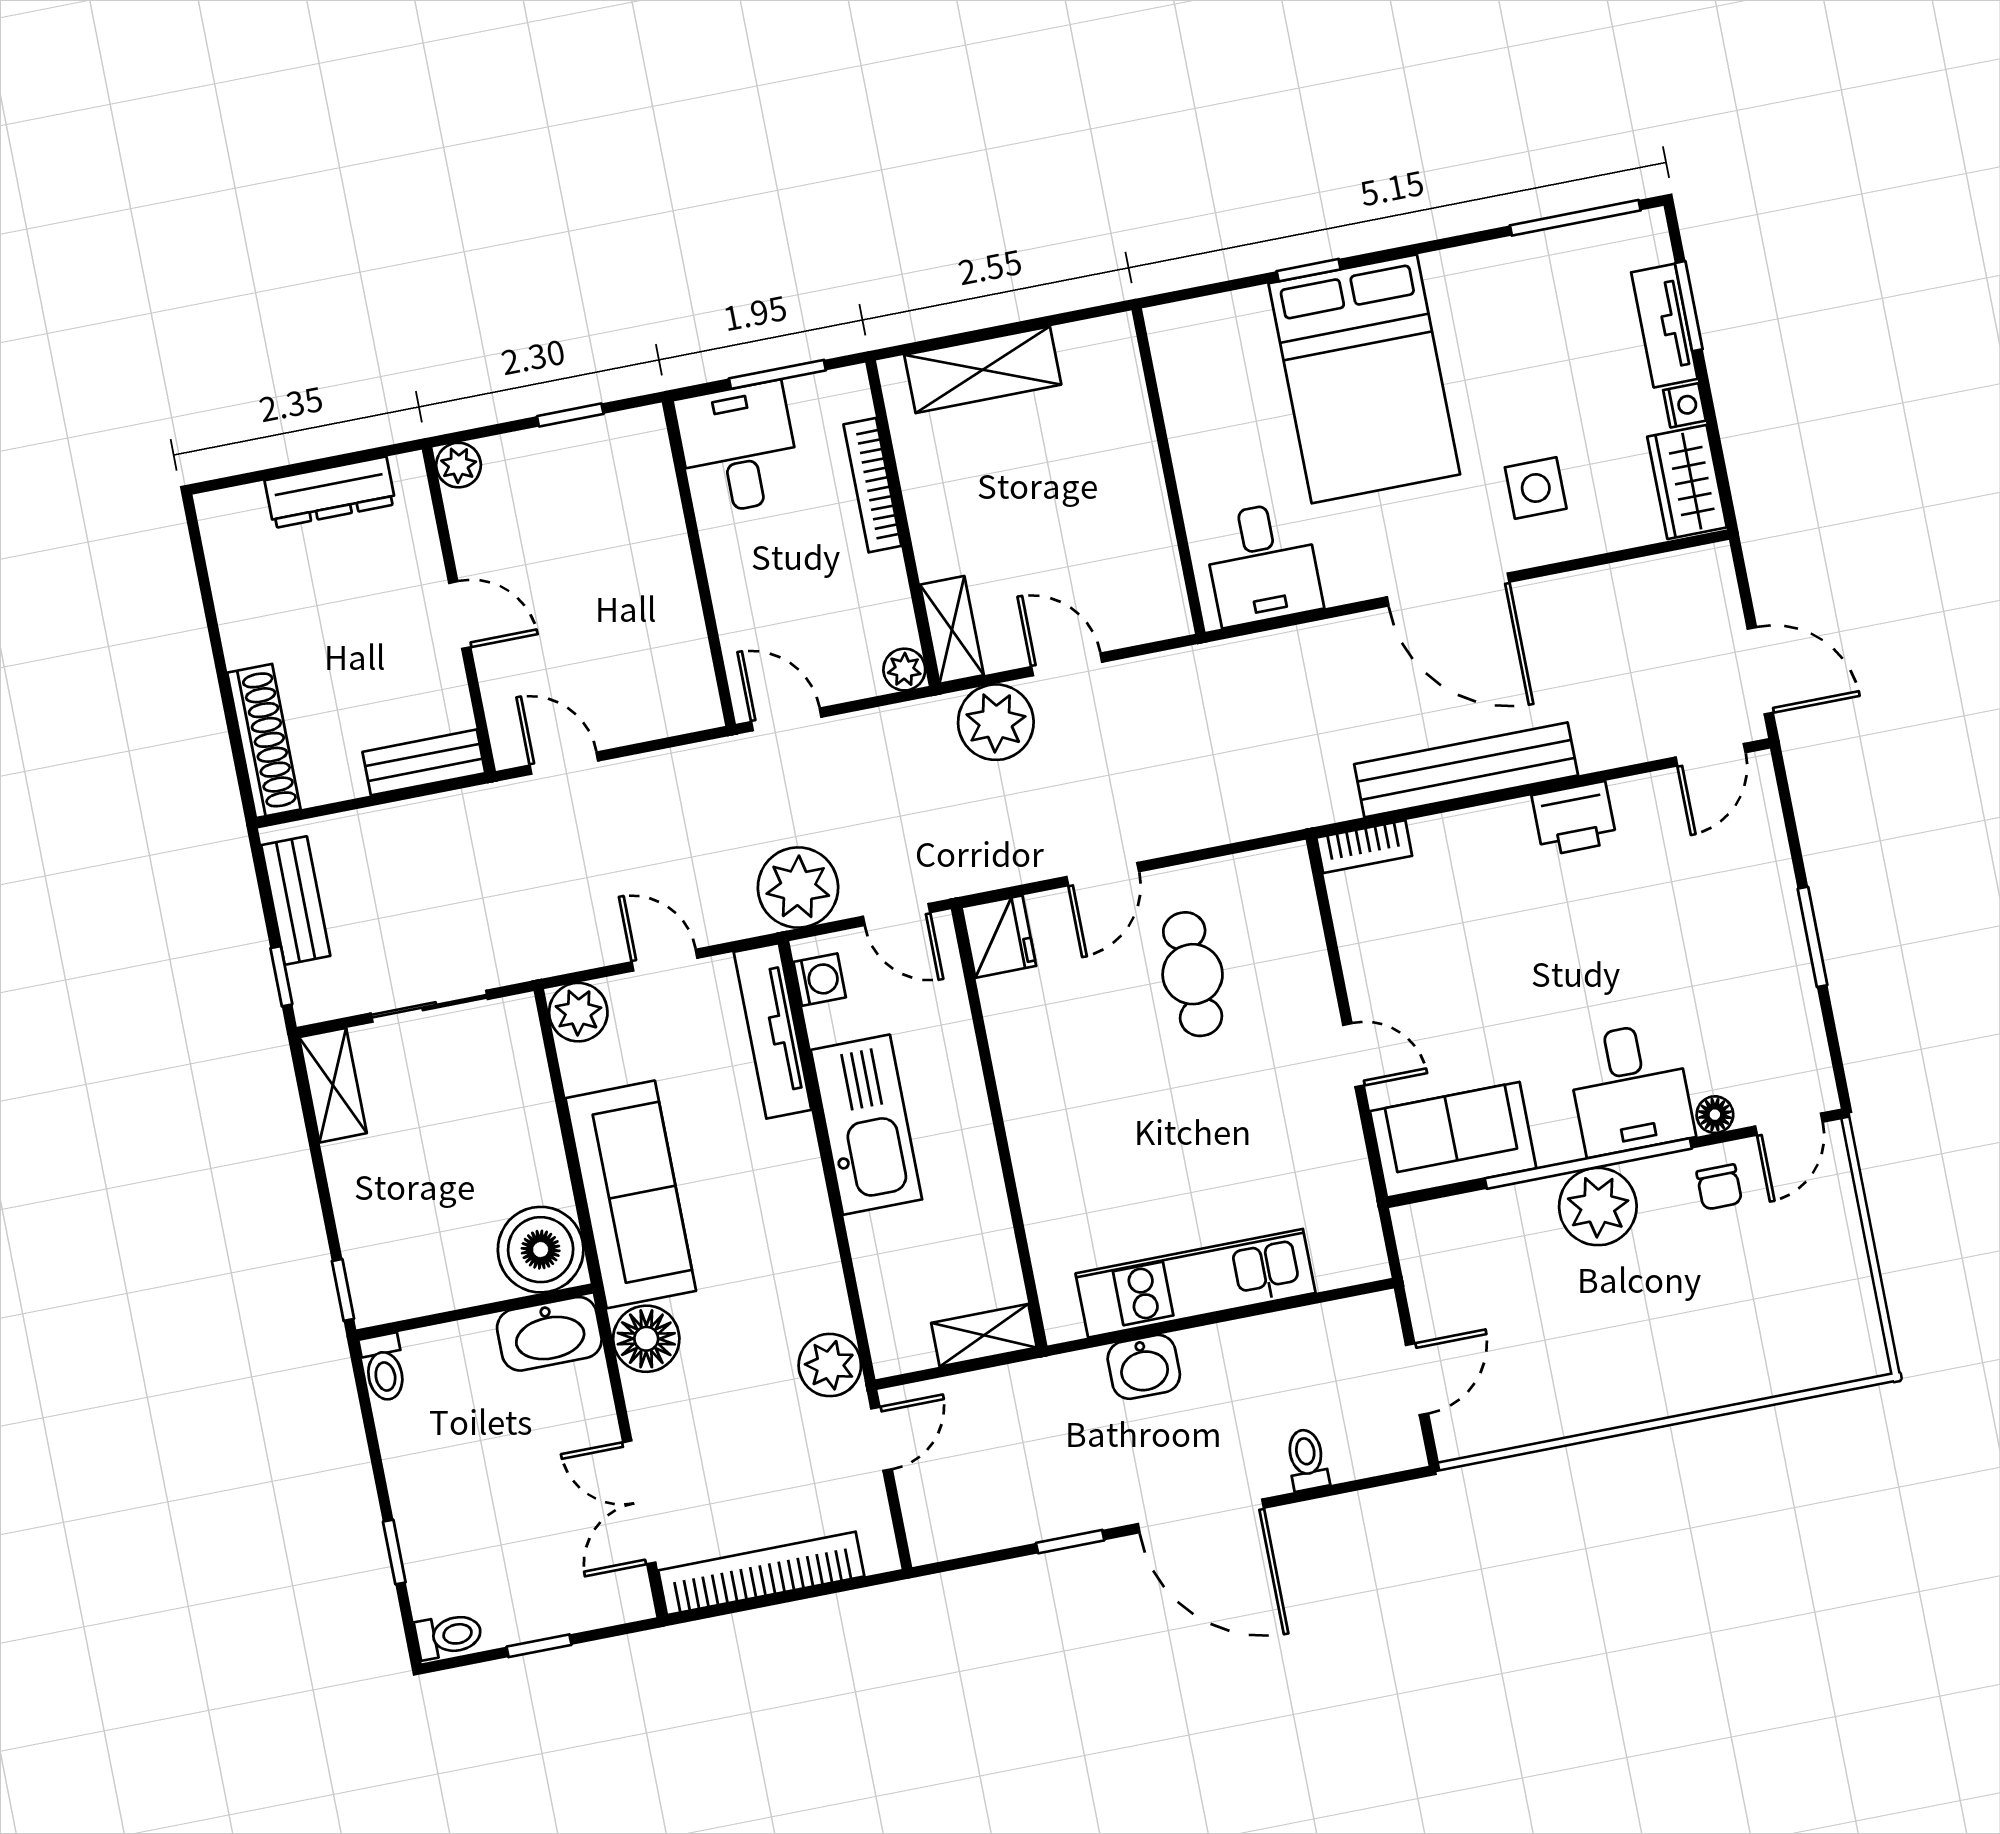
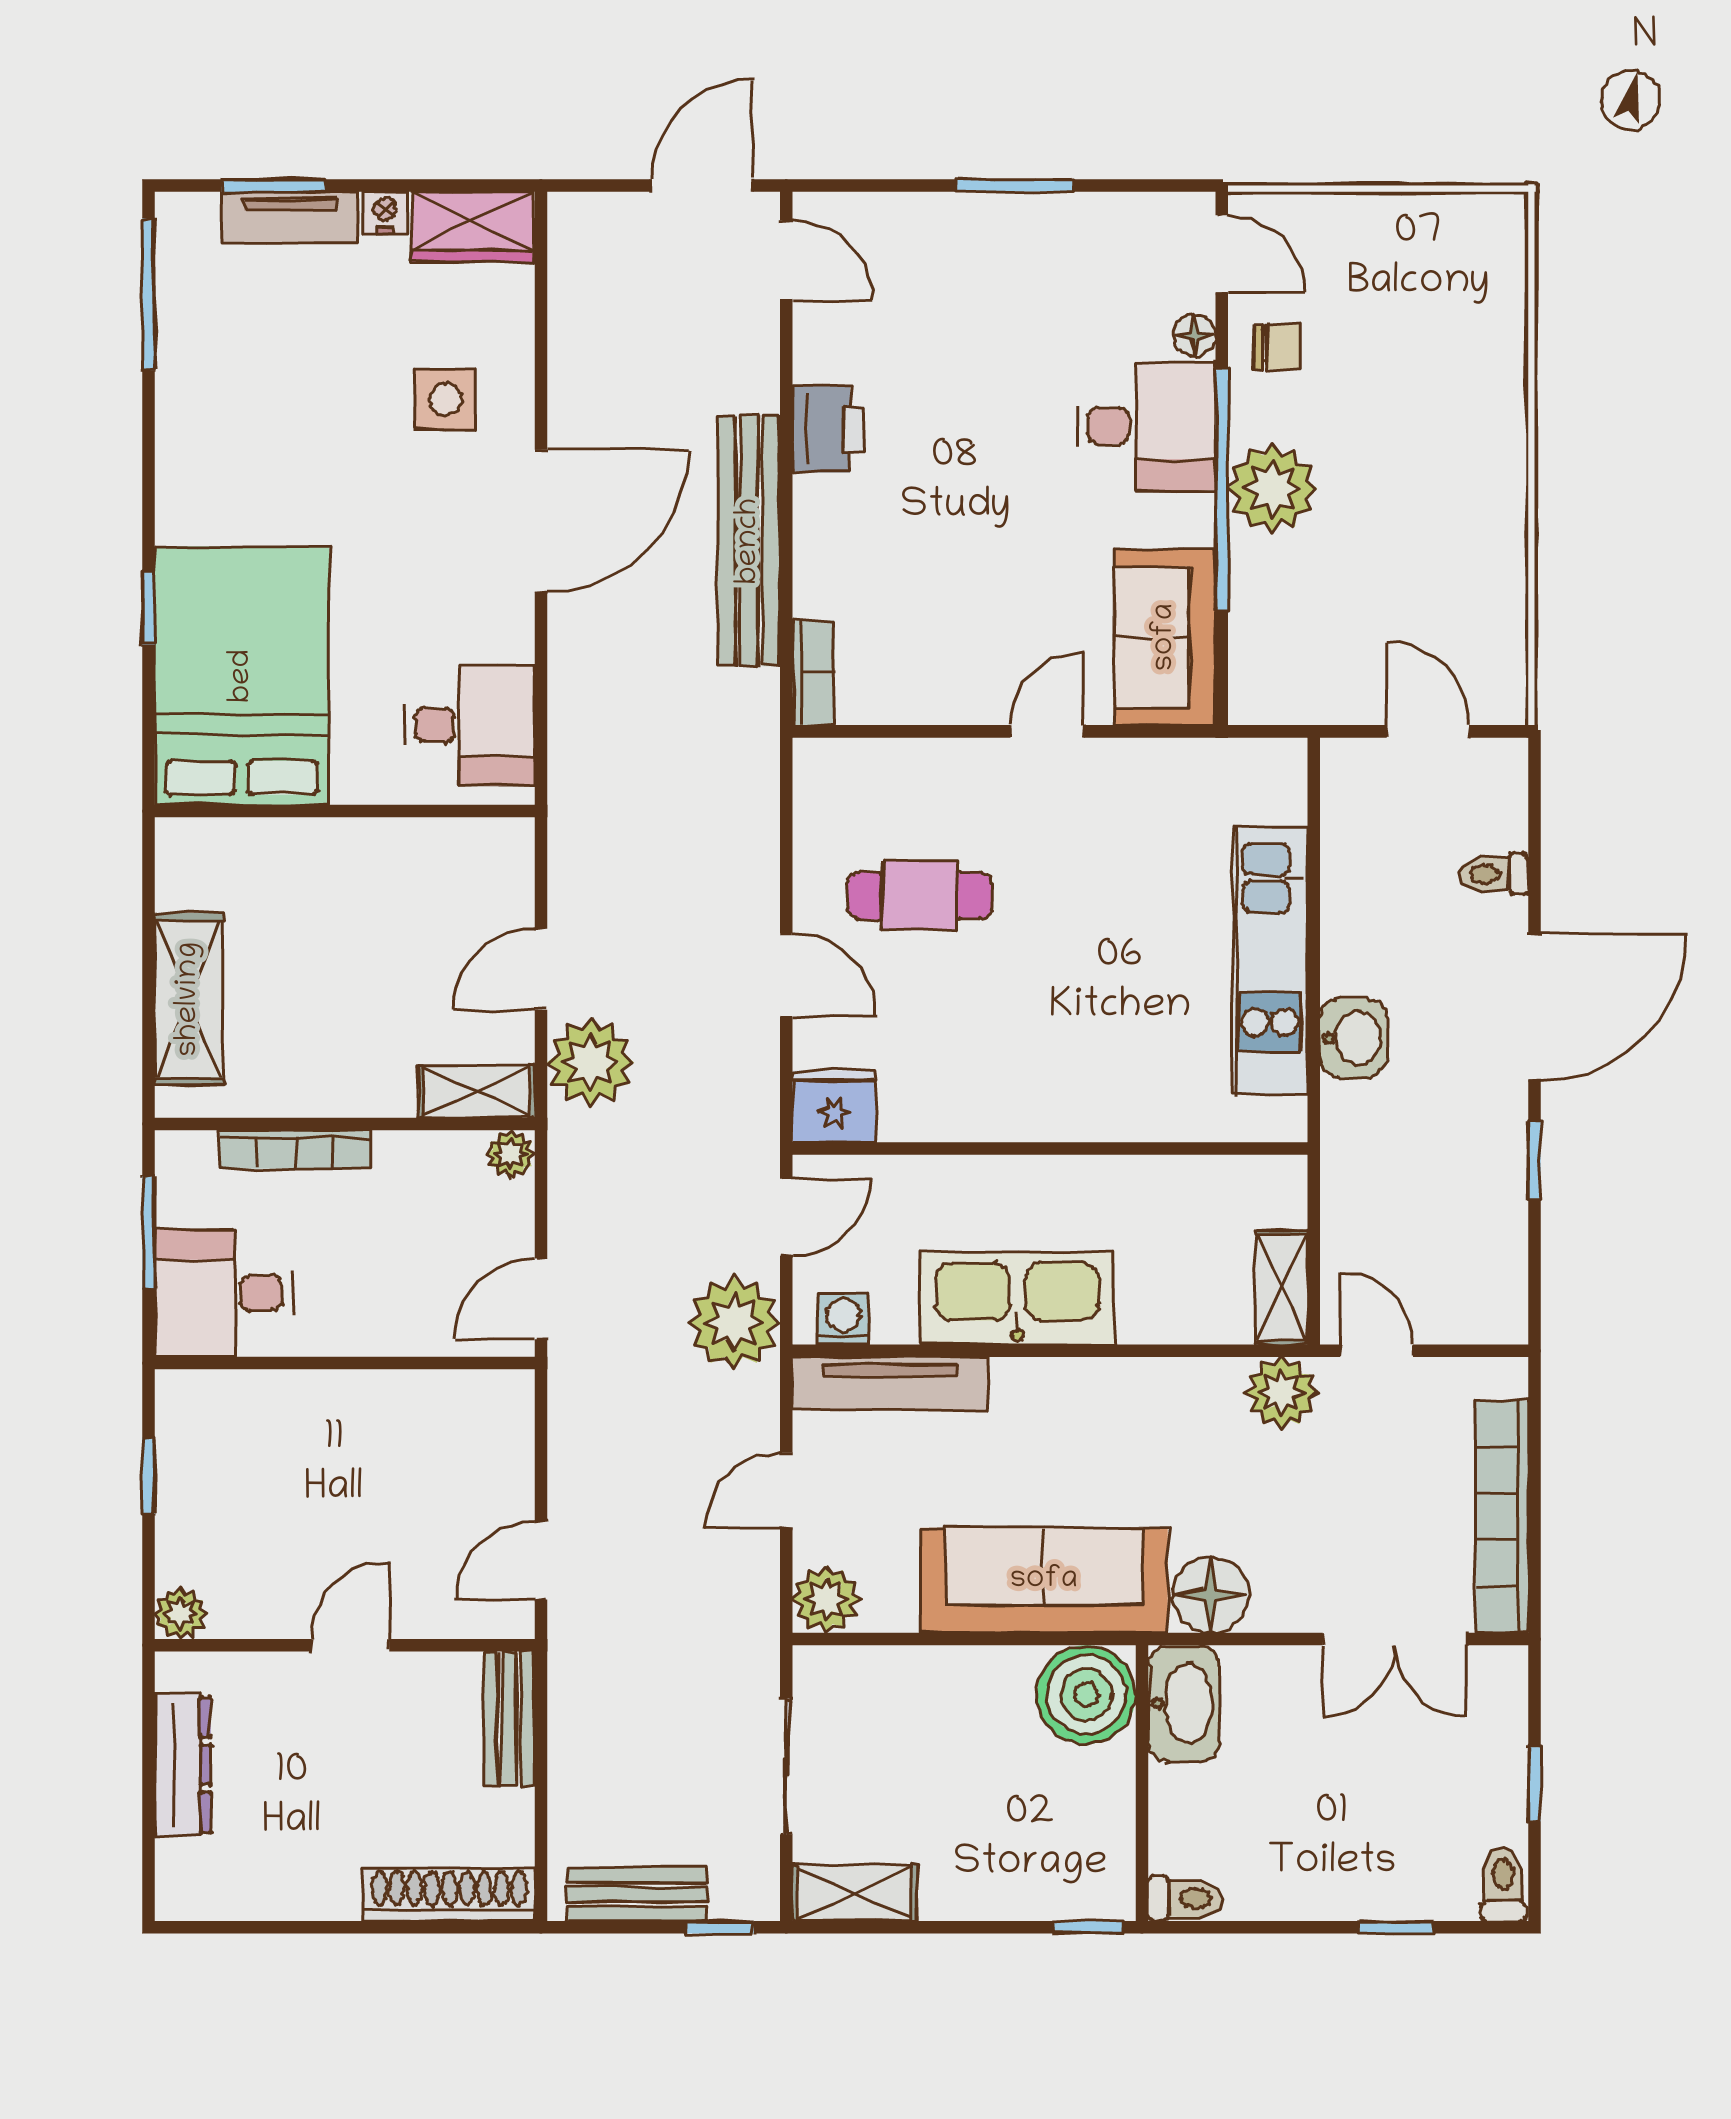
bed: (1364, 379) -> (242, 676), moved, turned -90
shelving: (984, 1335) -> (1282, 1288), moved

